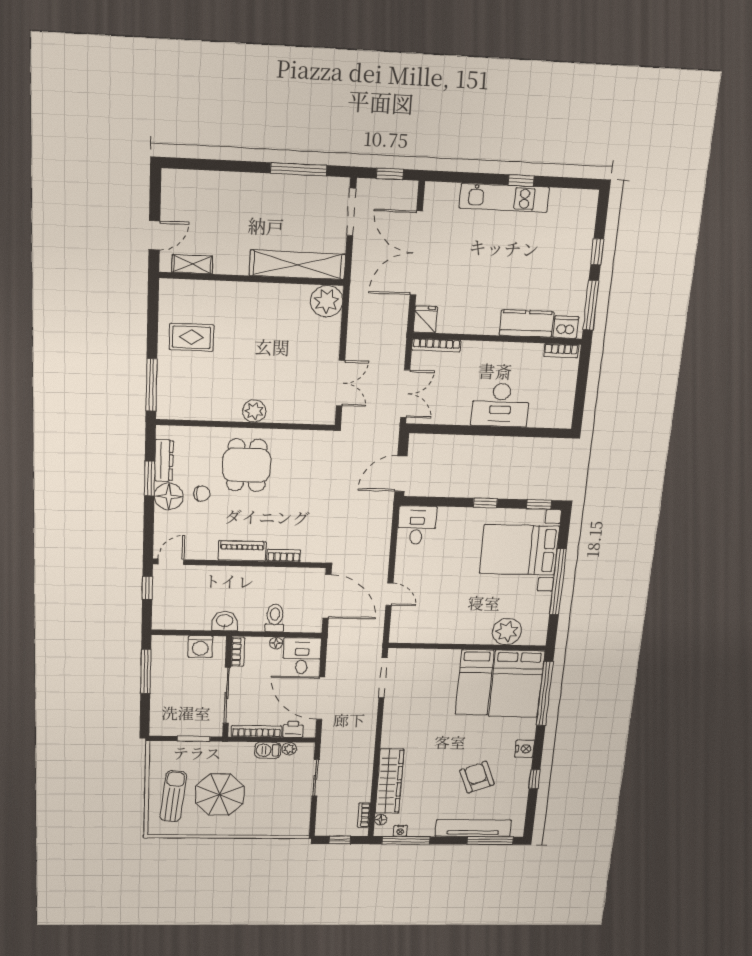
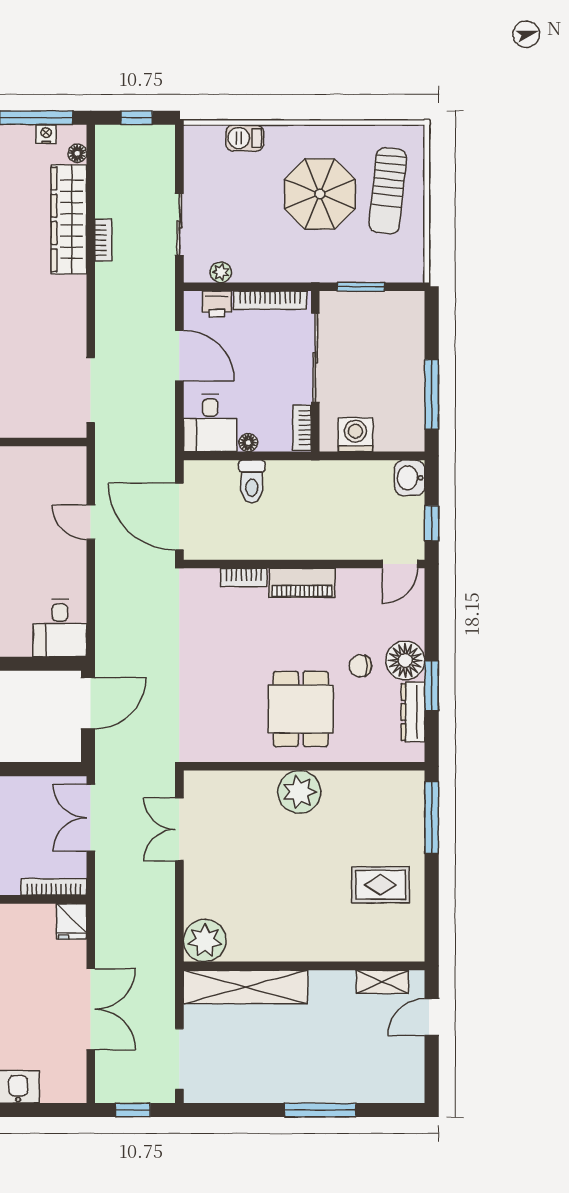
window: (299, 169) -> (320, 1110), moved
double door: (416, 253) -> (91, 1009), width x0.73
plant: (254, 411) -> (299, 792), width x1.36, depth x1.36
washbasin: (225, 621) -> (410, 478), moved, turned 90
door: (321, 698) -> (179, 356), width x0.73
barbecue: (268, 750) -> (245, 138), moved, turned 180
bookcase: (364, 815) -> (103, 240), moved

